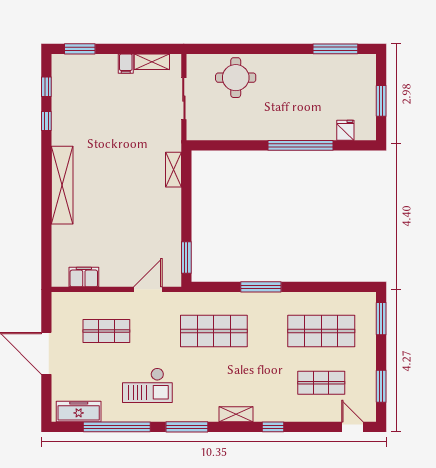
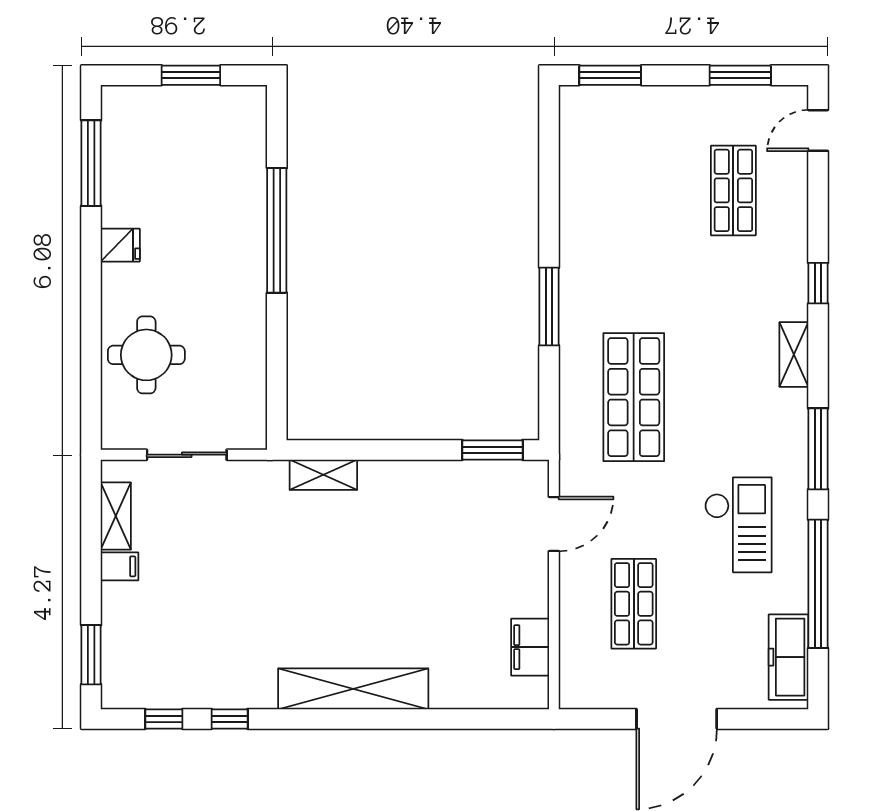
fridge: (345, 130) -> (120, 245), moved, turned 180
door: (148, 289) -> (554, 524), swing flipped
shop shelf: (321, 331) -> (634, 190), removed

